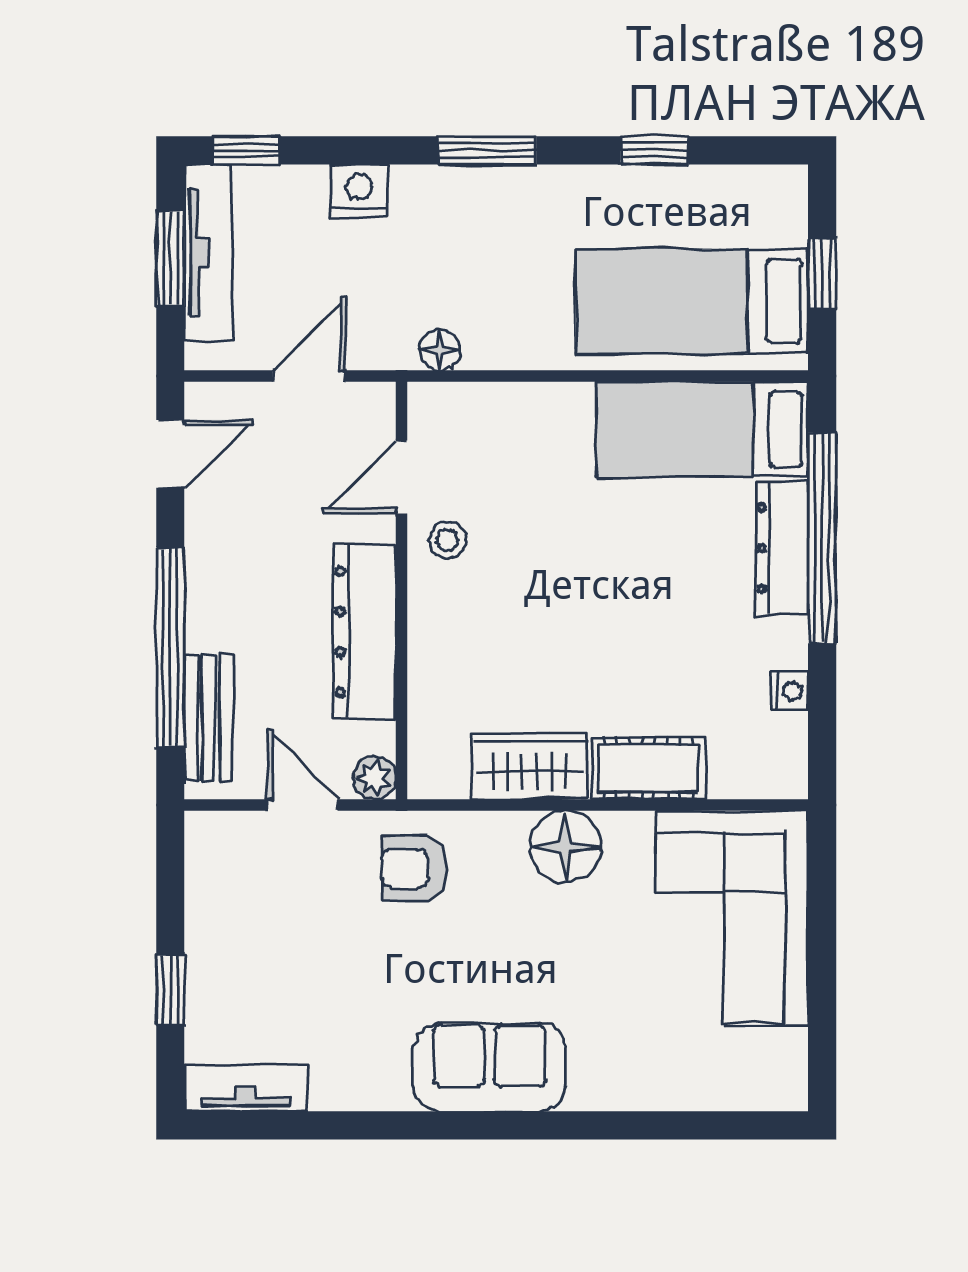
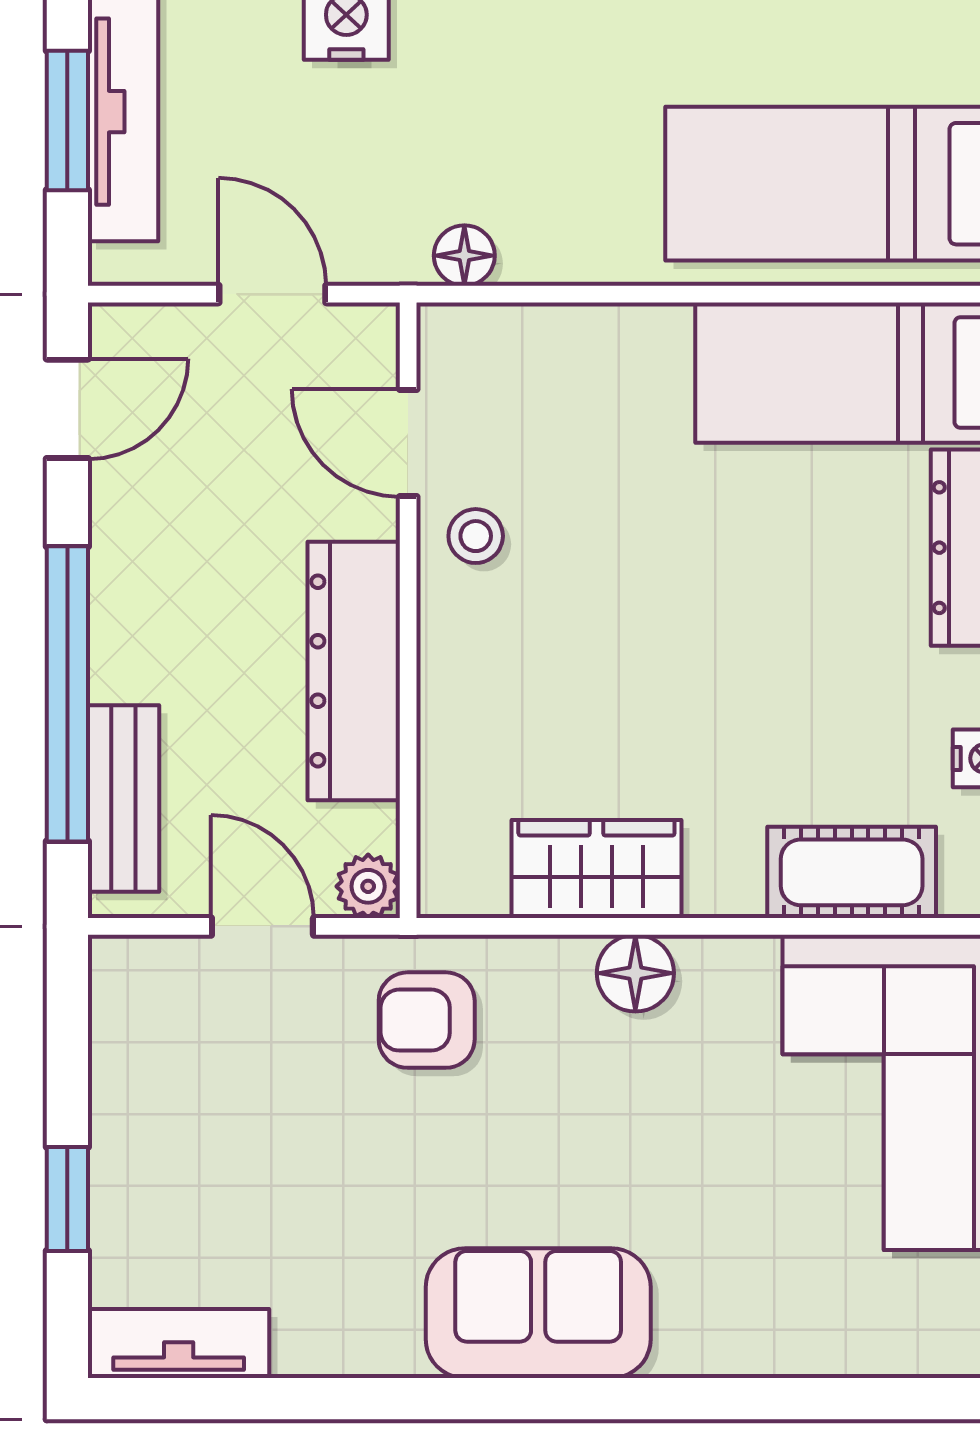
door: (309, 376) -> (272, 294), hinge flipped
door: (401, 477) -> (408, 443), hinge flipped
cot: (648, 768) -> (852, 872), moved
floor lamp: (565, 847) -> (635, 973), width x0.73, depth x0.73

